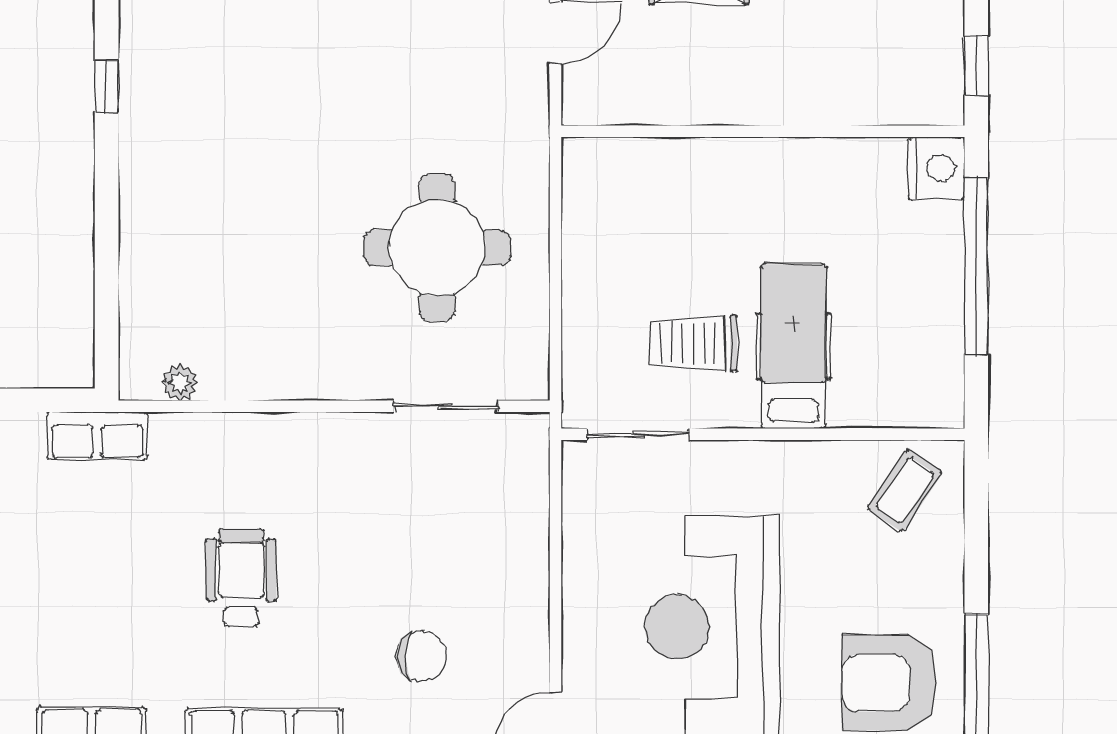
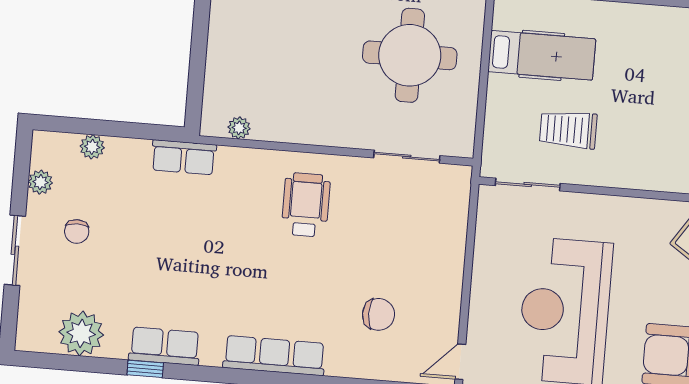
hospital bed: (793, 346) -> (542, 55), moved, turned 90
wheelchair: (241, 578) -> (306, 205), moved

